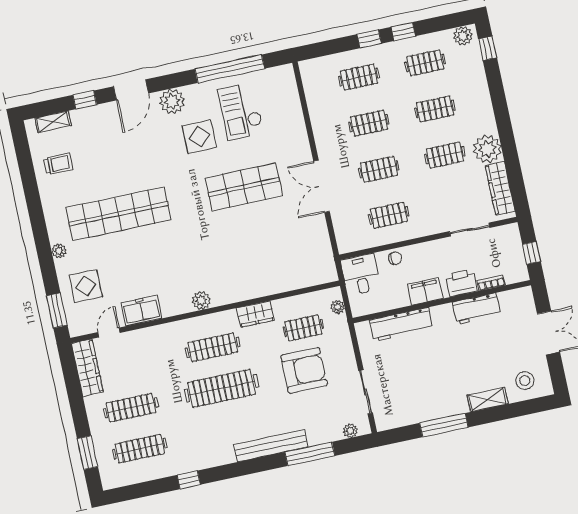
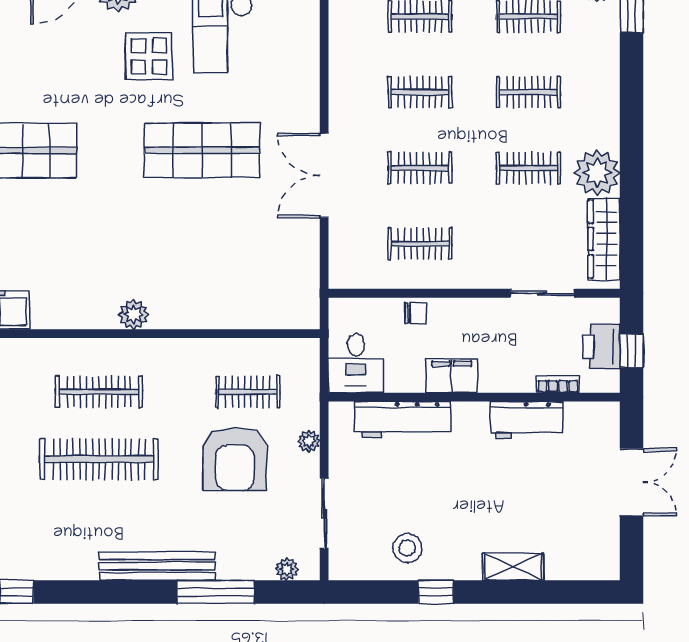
desk: (361, 274) -> (356, 363), moved, turned 180
printer: (462, 283) -> (601, 347), moved, turned -90
plant: (201, 300) -> (134, 314), moved
plant: (338, 307) -> (309, 441), moved
wardrobe: (255, 314) -> (177, 354), removed
armchair: (304, 370) -> (235, 459), turned 90
stool: (525, 381) -> (407, 548), moved
window: (444, 425) -> (436, 592), width x0.46

